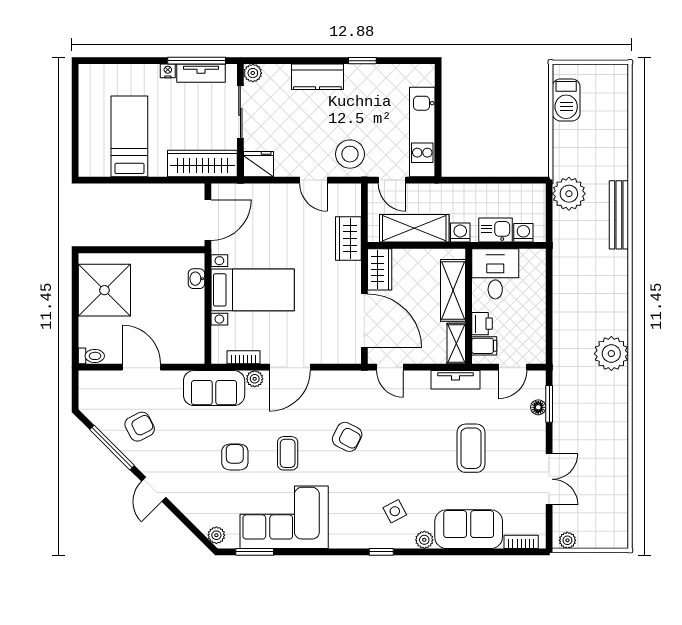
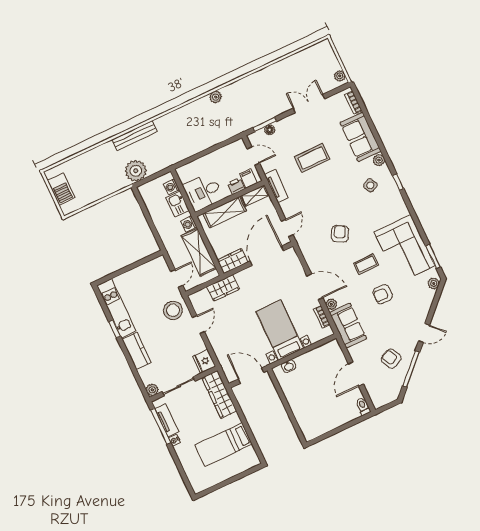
barbecue: (566, 100) -> (61, 189), moved, turned 90
kitchen unit: (422, 132) -> (116, 308), moved, turned -90
shower: (104, 290) -> (321, 417), removed
plant: (611, 354) -> (216, 97), width x0.53, depth x0.53

